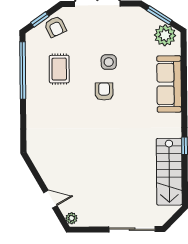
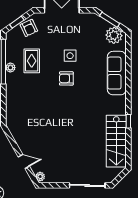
plant: (32, 78) -> (10, 68), added
armchair: (104, 91) -> (66, 78), turned -90

